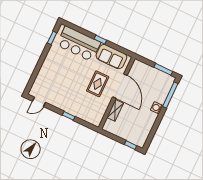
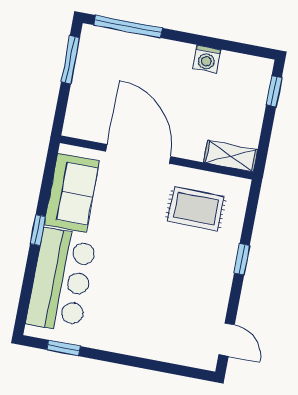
rug: (98, 84) -> (196, 209), moved
door: (120, 86) -> (138, 154), hinge flipped
washing machine: (157, 108) -> (207, 59), moved
shelving: (115, 110) -> (231, 156), moved

